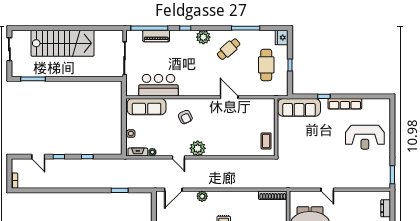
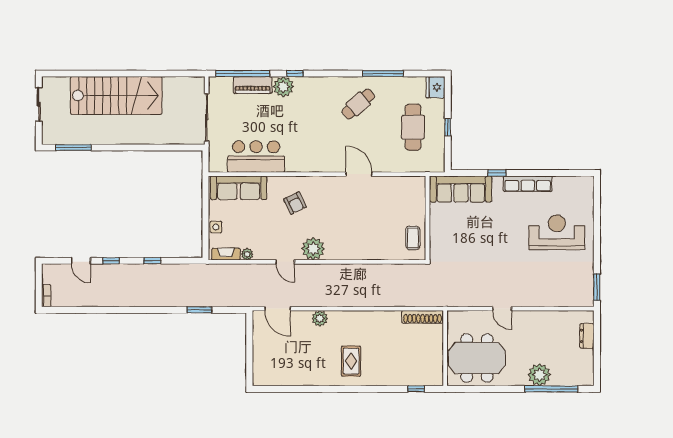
plant: (203, 37) -> (283, 87), moved
reception desk: (365, 137) -> (557, 232), turned 180
door: (173, 190) -> (277, 309), hinge flipped

